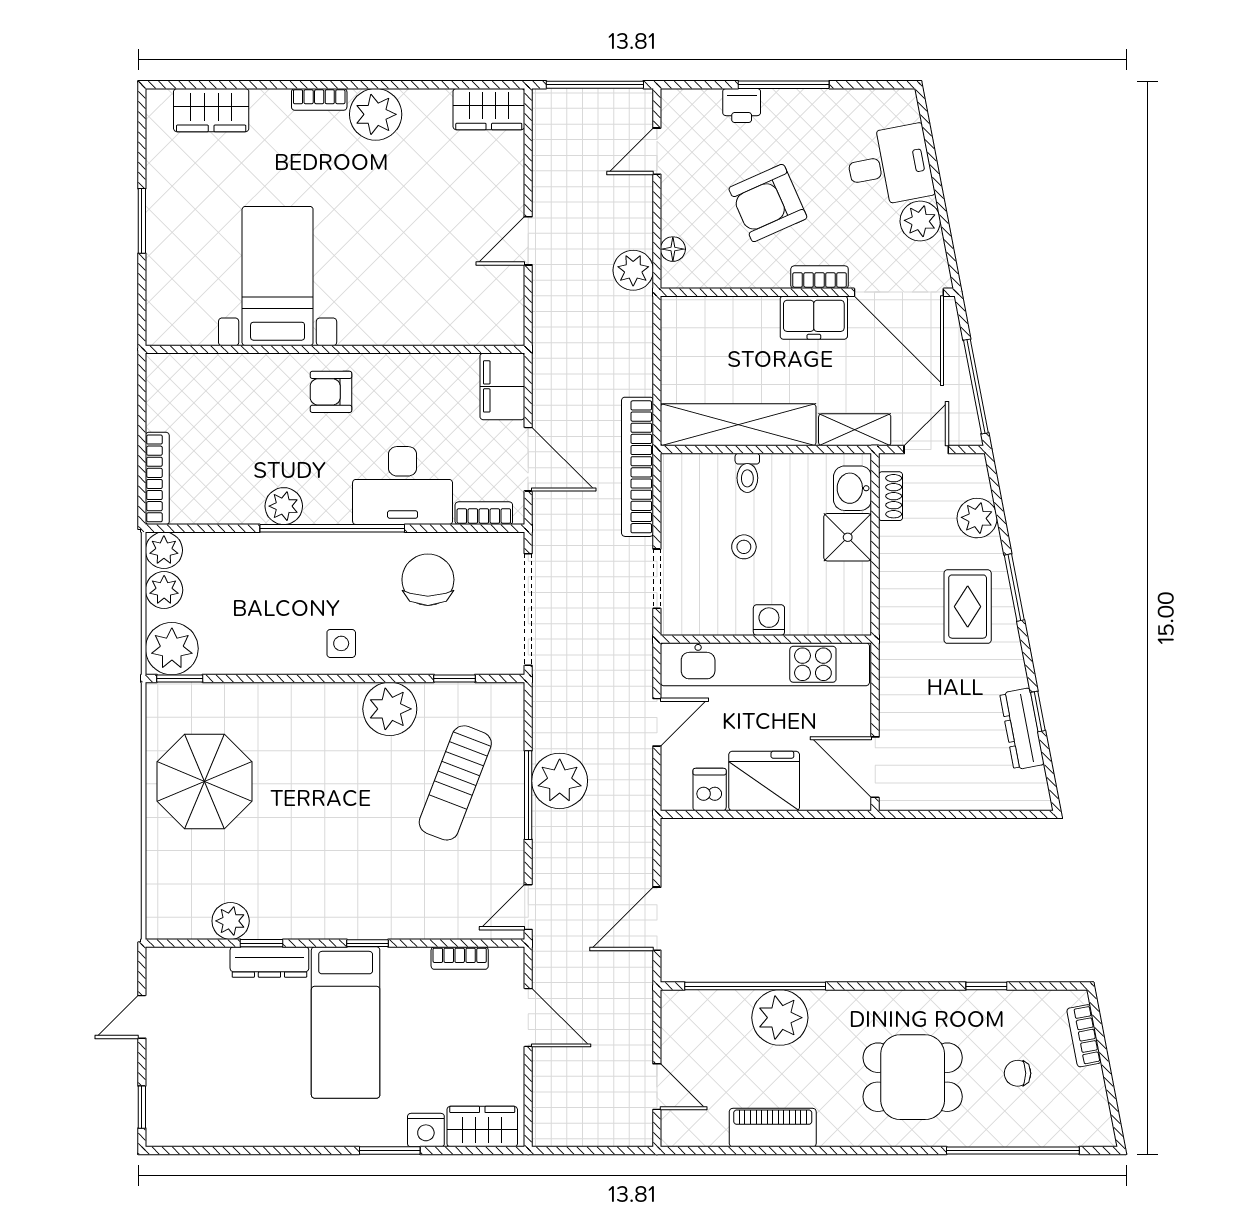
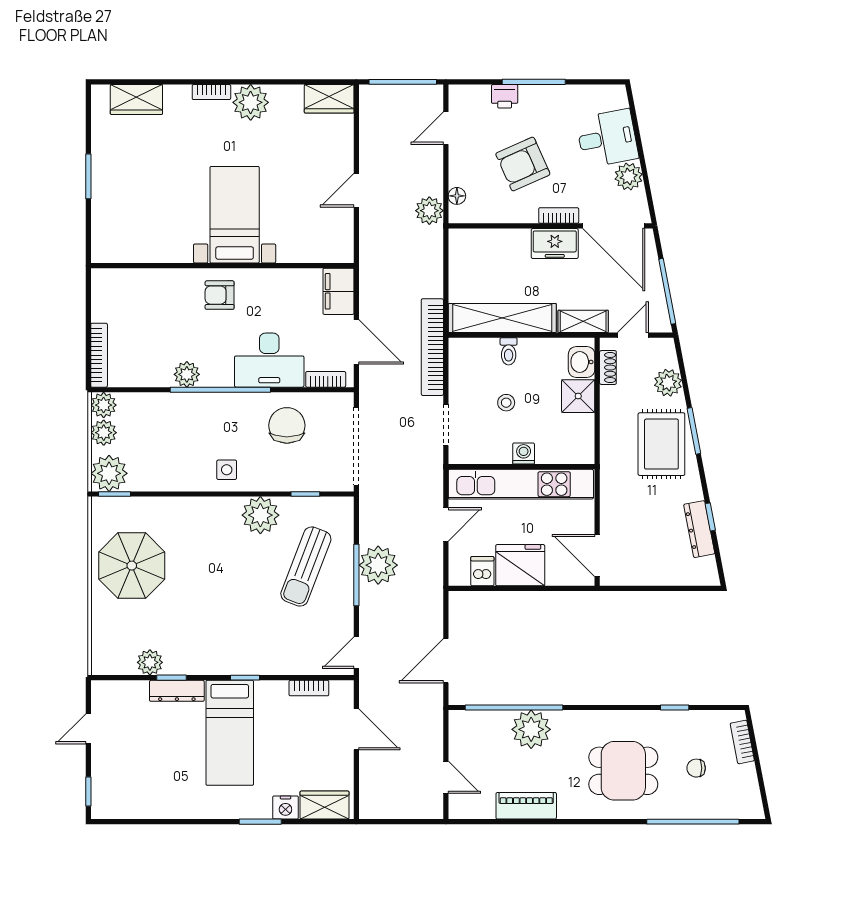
bed with nightstands: (278, 276) -> (235, 215), moved
rug: (968, 607) -> (661, 444), width x1.36, depth x1.43

